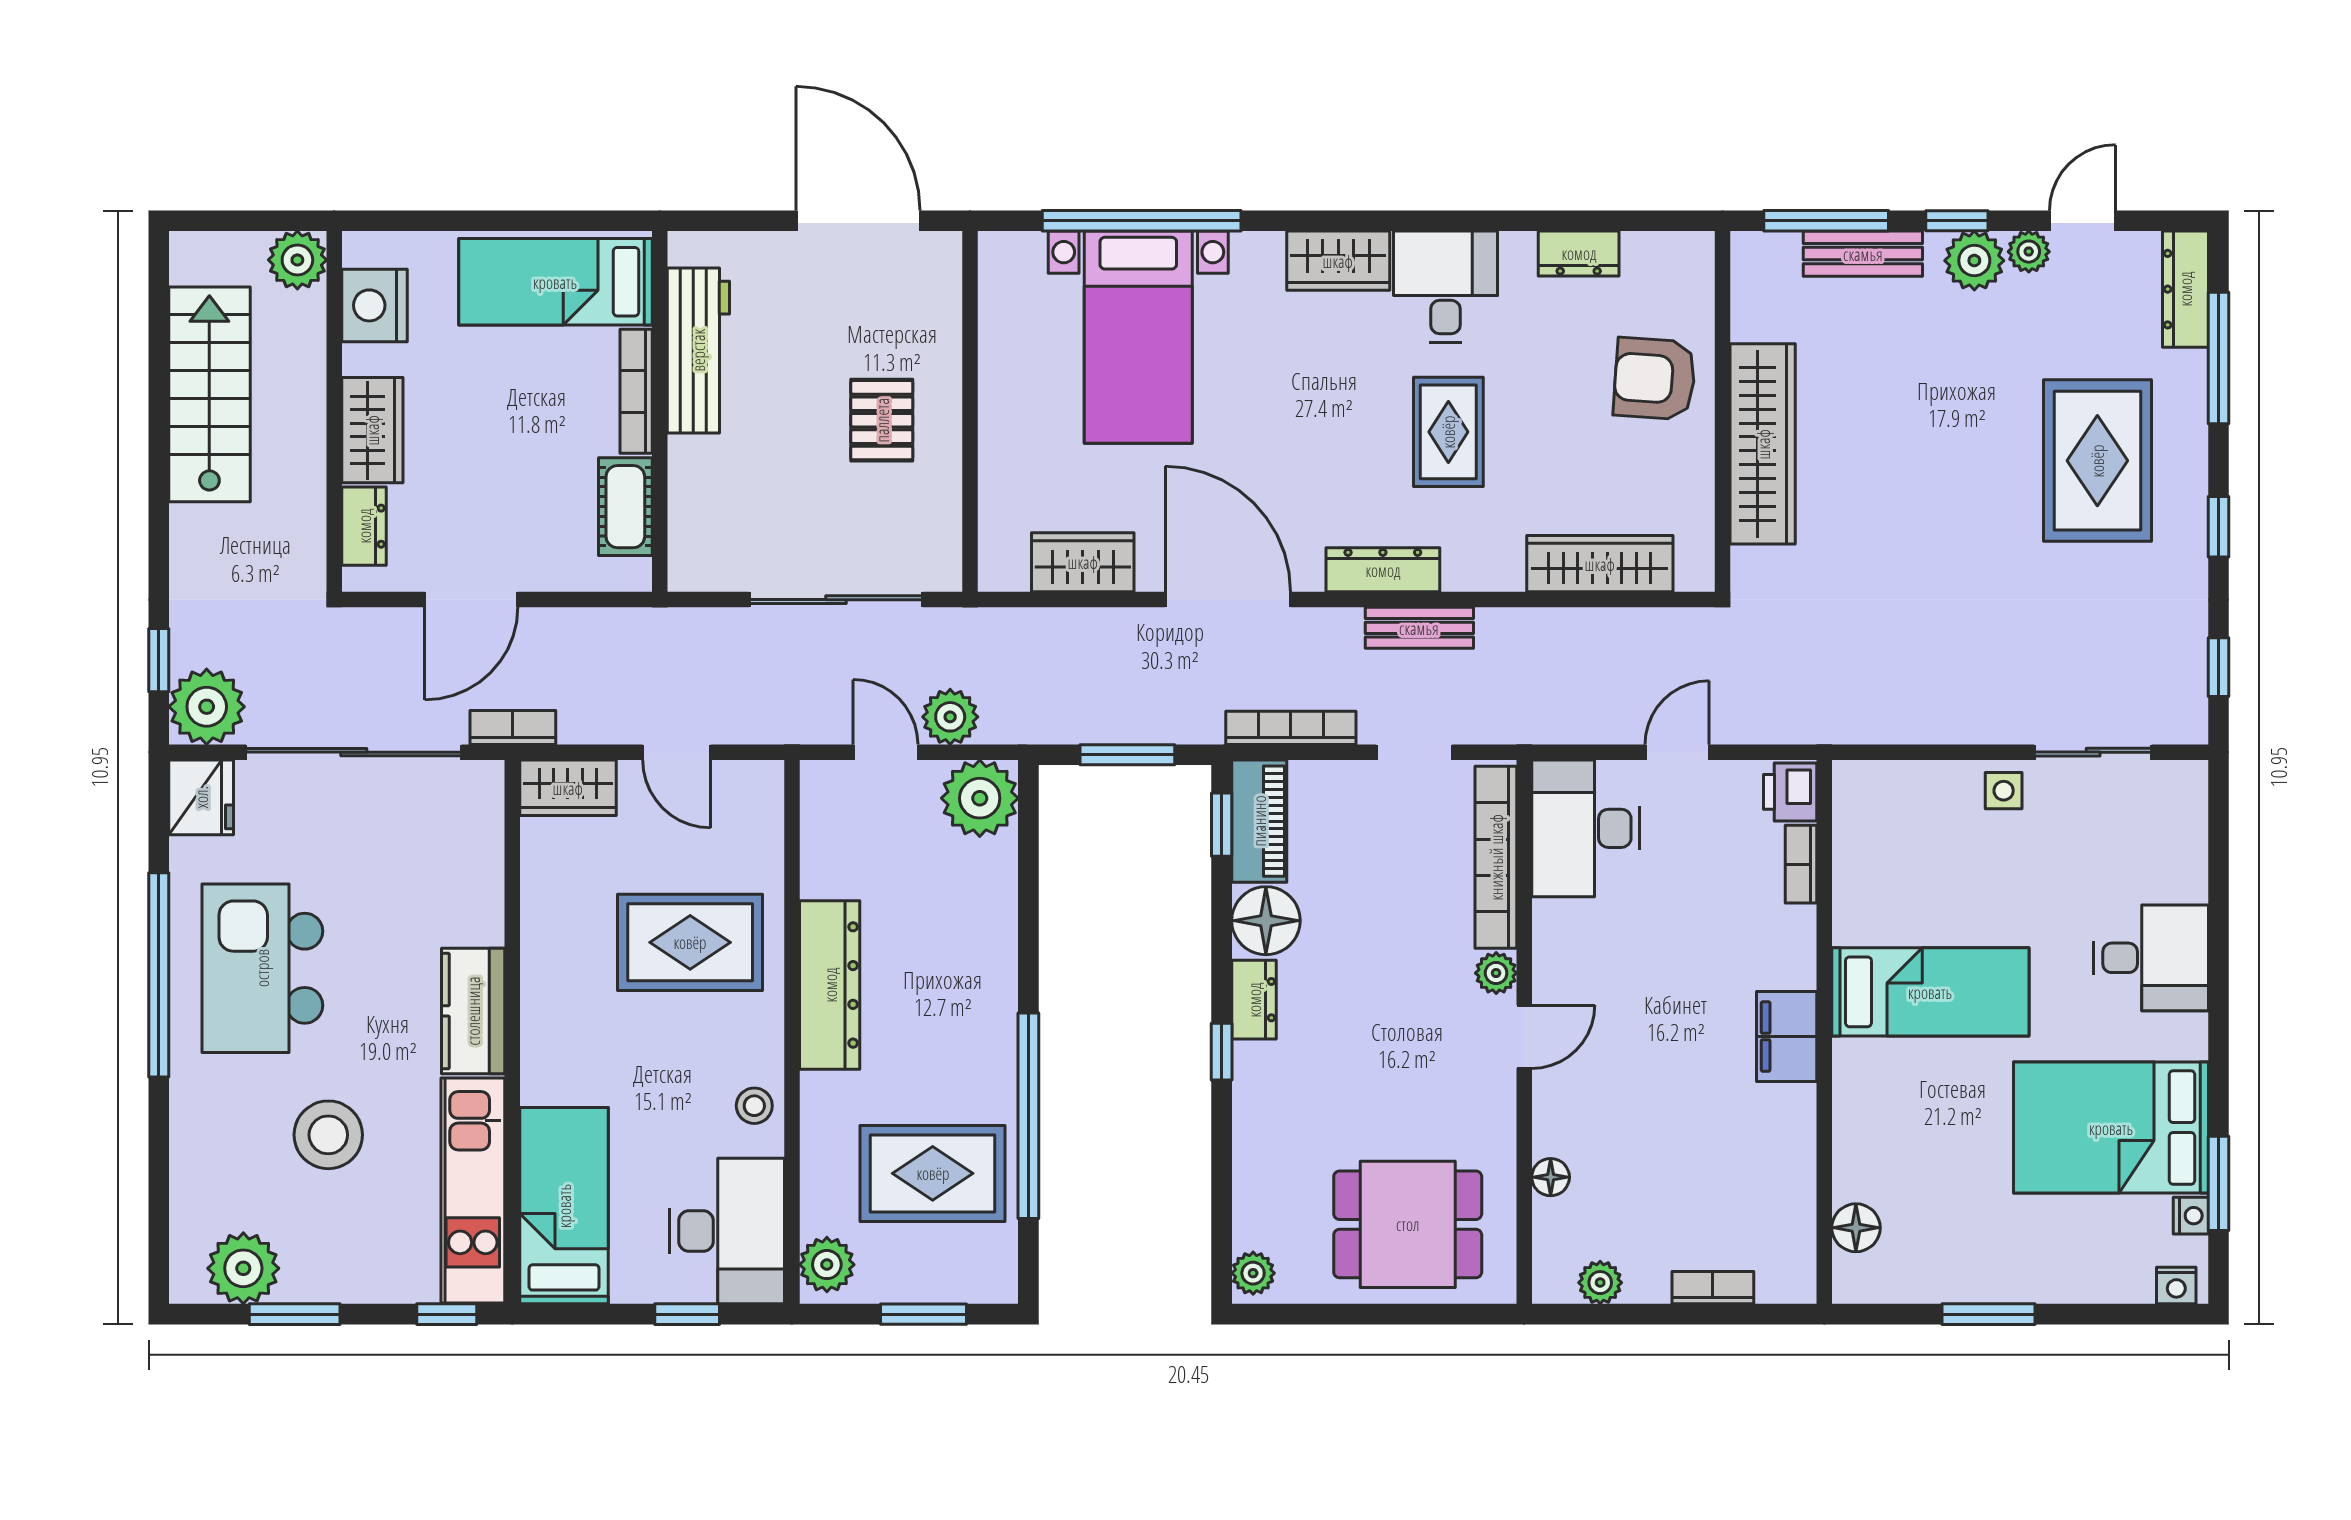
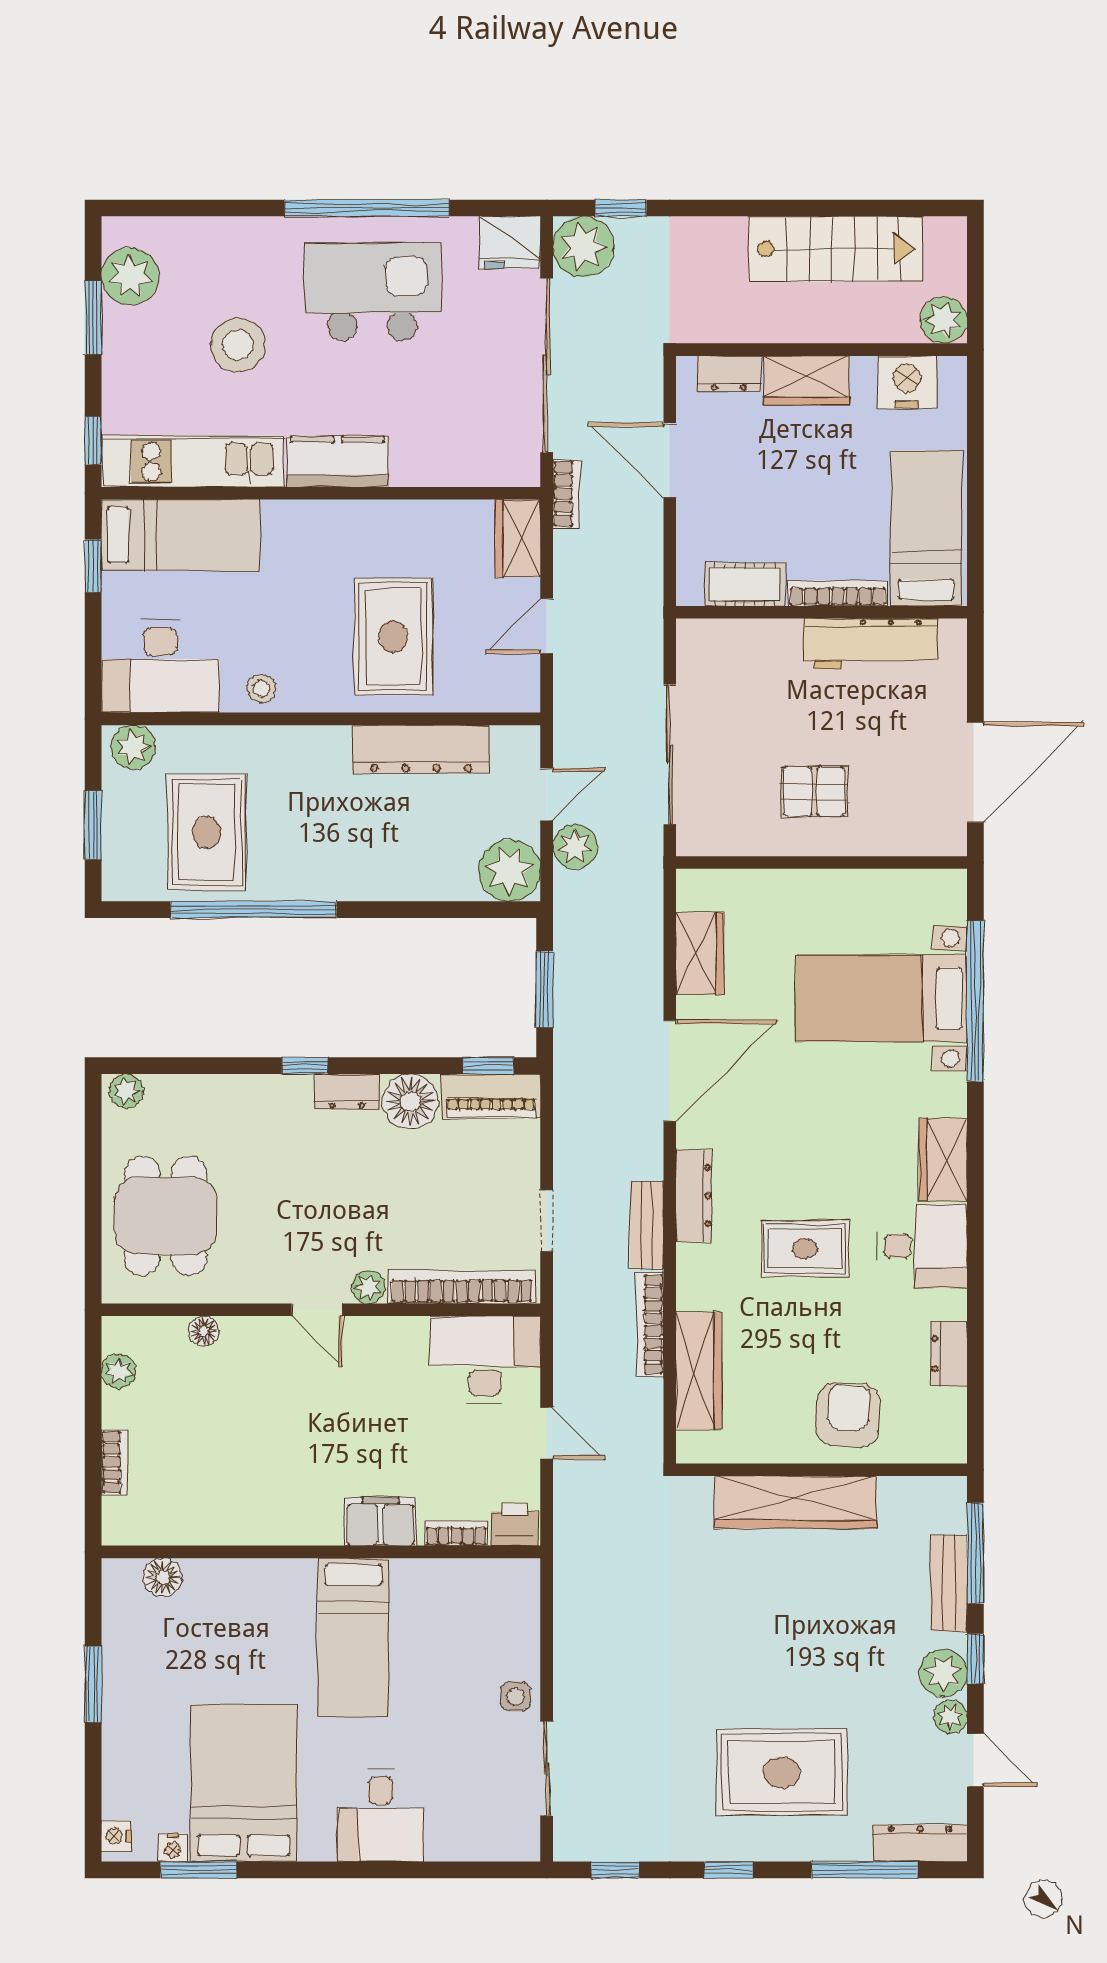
bookcase: (1291, 728) -> (650, 1324), moved, turned 180
dresser: (830, 985) -> (421, 749), moved
filing cabinet: (1787, 1037) -> (380, 1521), moved
window: (687, 1314) -> (93, 566), moved

